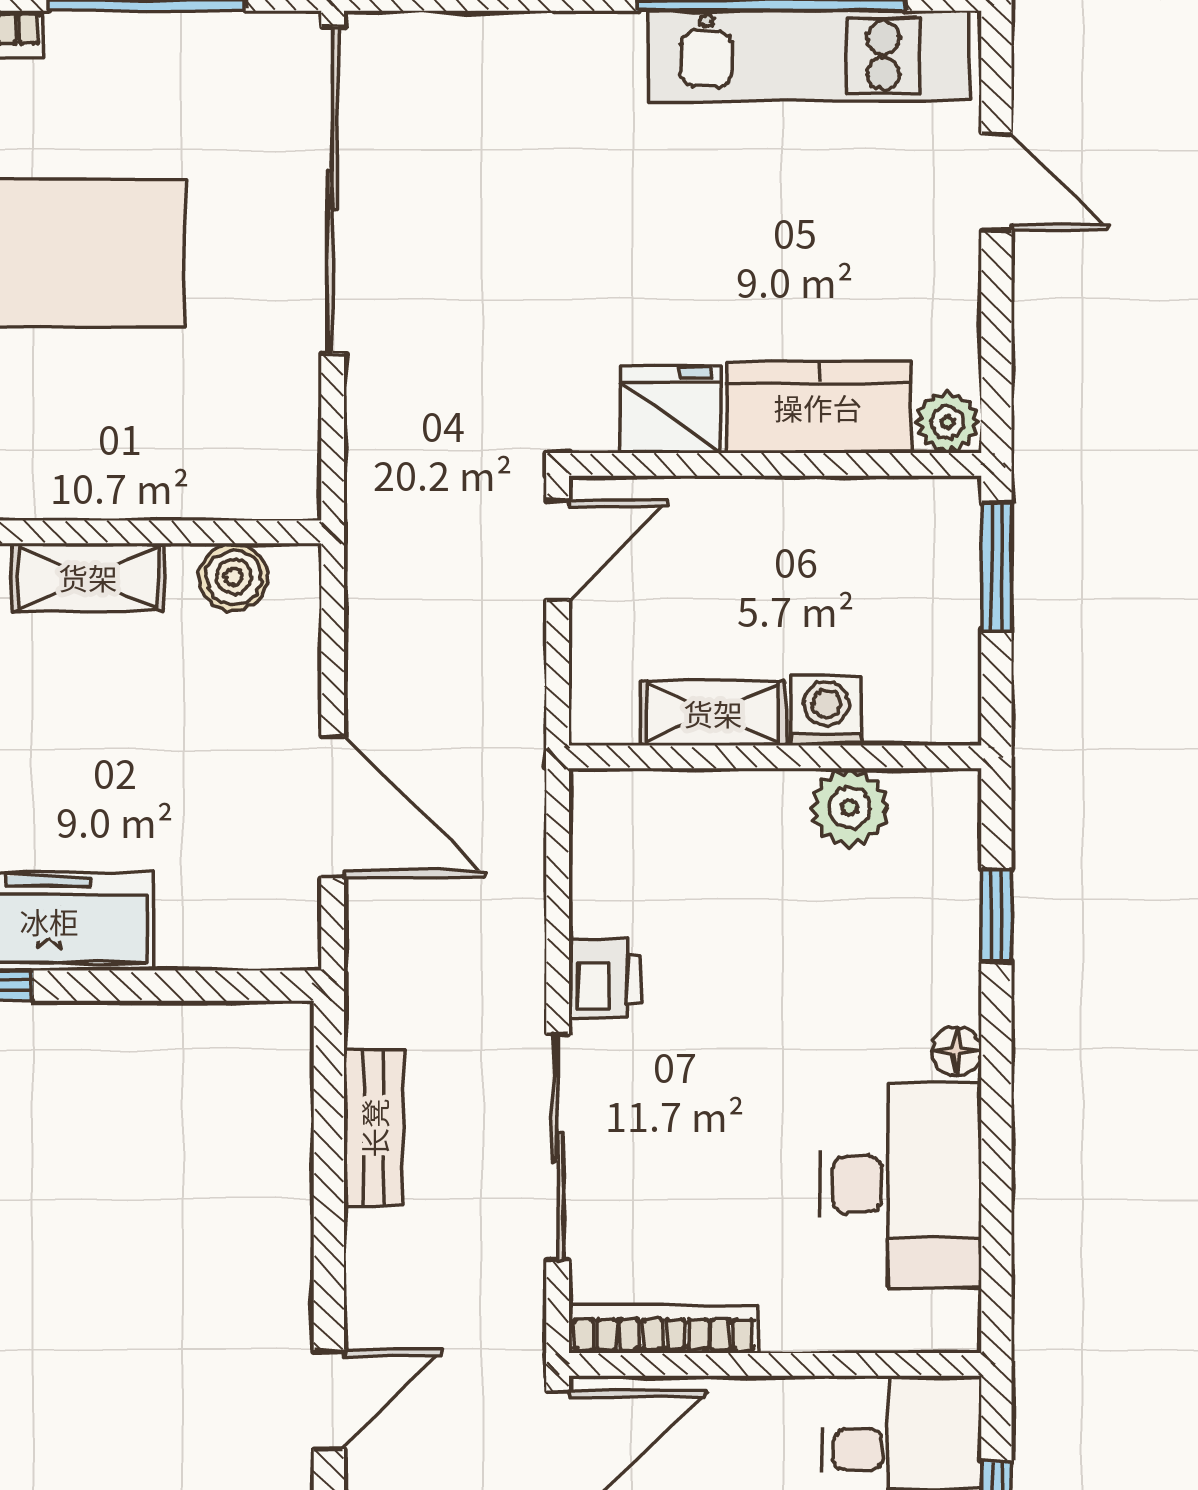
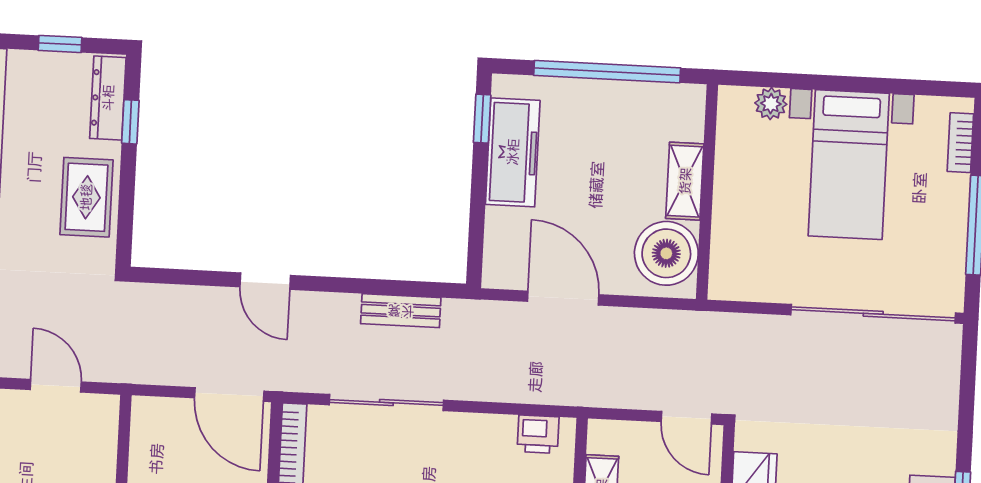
boiler: (233, 577) -> (666, 253), width x1.86, depth x1.86
door: (333, 807) -> (563, 298), swing flipped
printer: (605, 979) -> (538, 434), moved

